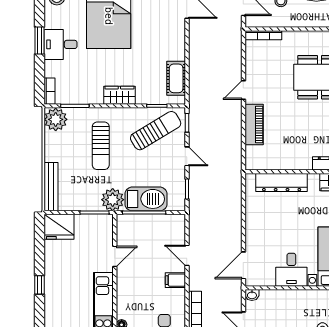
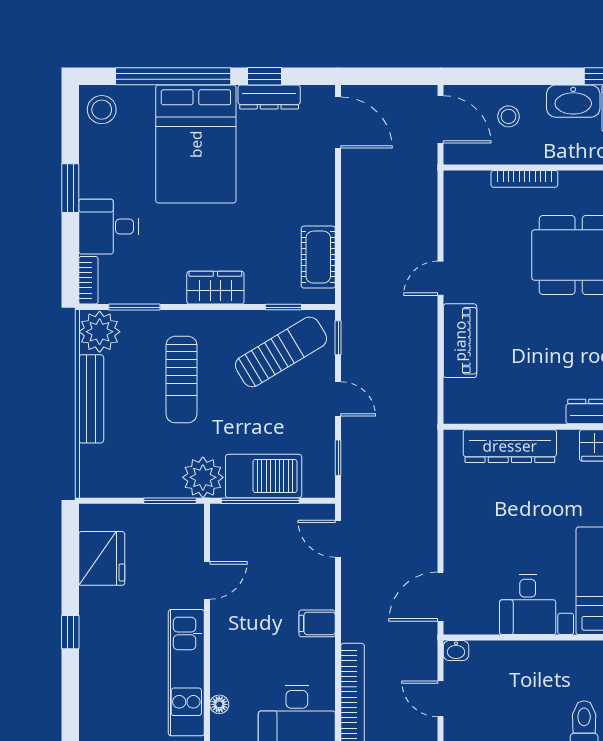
bookcase: (263, 35) -> (524, 179), moved
desk: (61, 44) -> (108, 227), moved
bench: (51, 187) -> (91, 399), moved
fridge: (59, 227) -> (102, 558), moved, turned -90
door: (187, 255) -> (338, 539), moved

